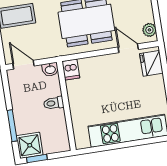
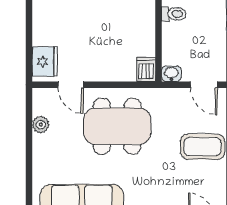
plant: (149, 30) -> (41, 125), moved
toilet: (54, 103) -> (174, 14), moved

